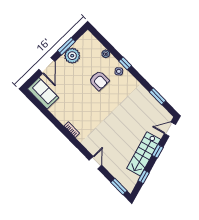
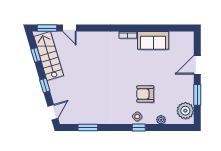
plant: (72, 56) -> (185, 111), moved
door: (47, 65) -> (197, 65), hinge flipped
sofa: (43, 93) -> (153, 40), moved
stairs: (144, 154) -> (49, 56), moved
door: (95, 163) -> (69, 28), moved

